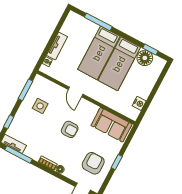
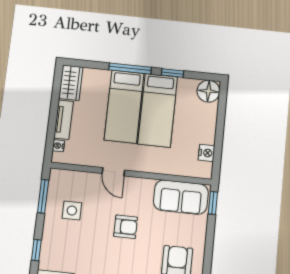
window: (98, 22) -> (130, 69), moved
wardrobe: (71, 24) -> (71, 83), added
window: (150, 49) -> (172, 73), moved
floor lamp: (145, 58) -> (208, 91), moved
window: (117, 162) -> (213, 203), moved

